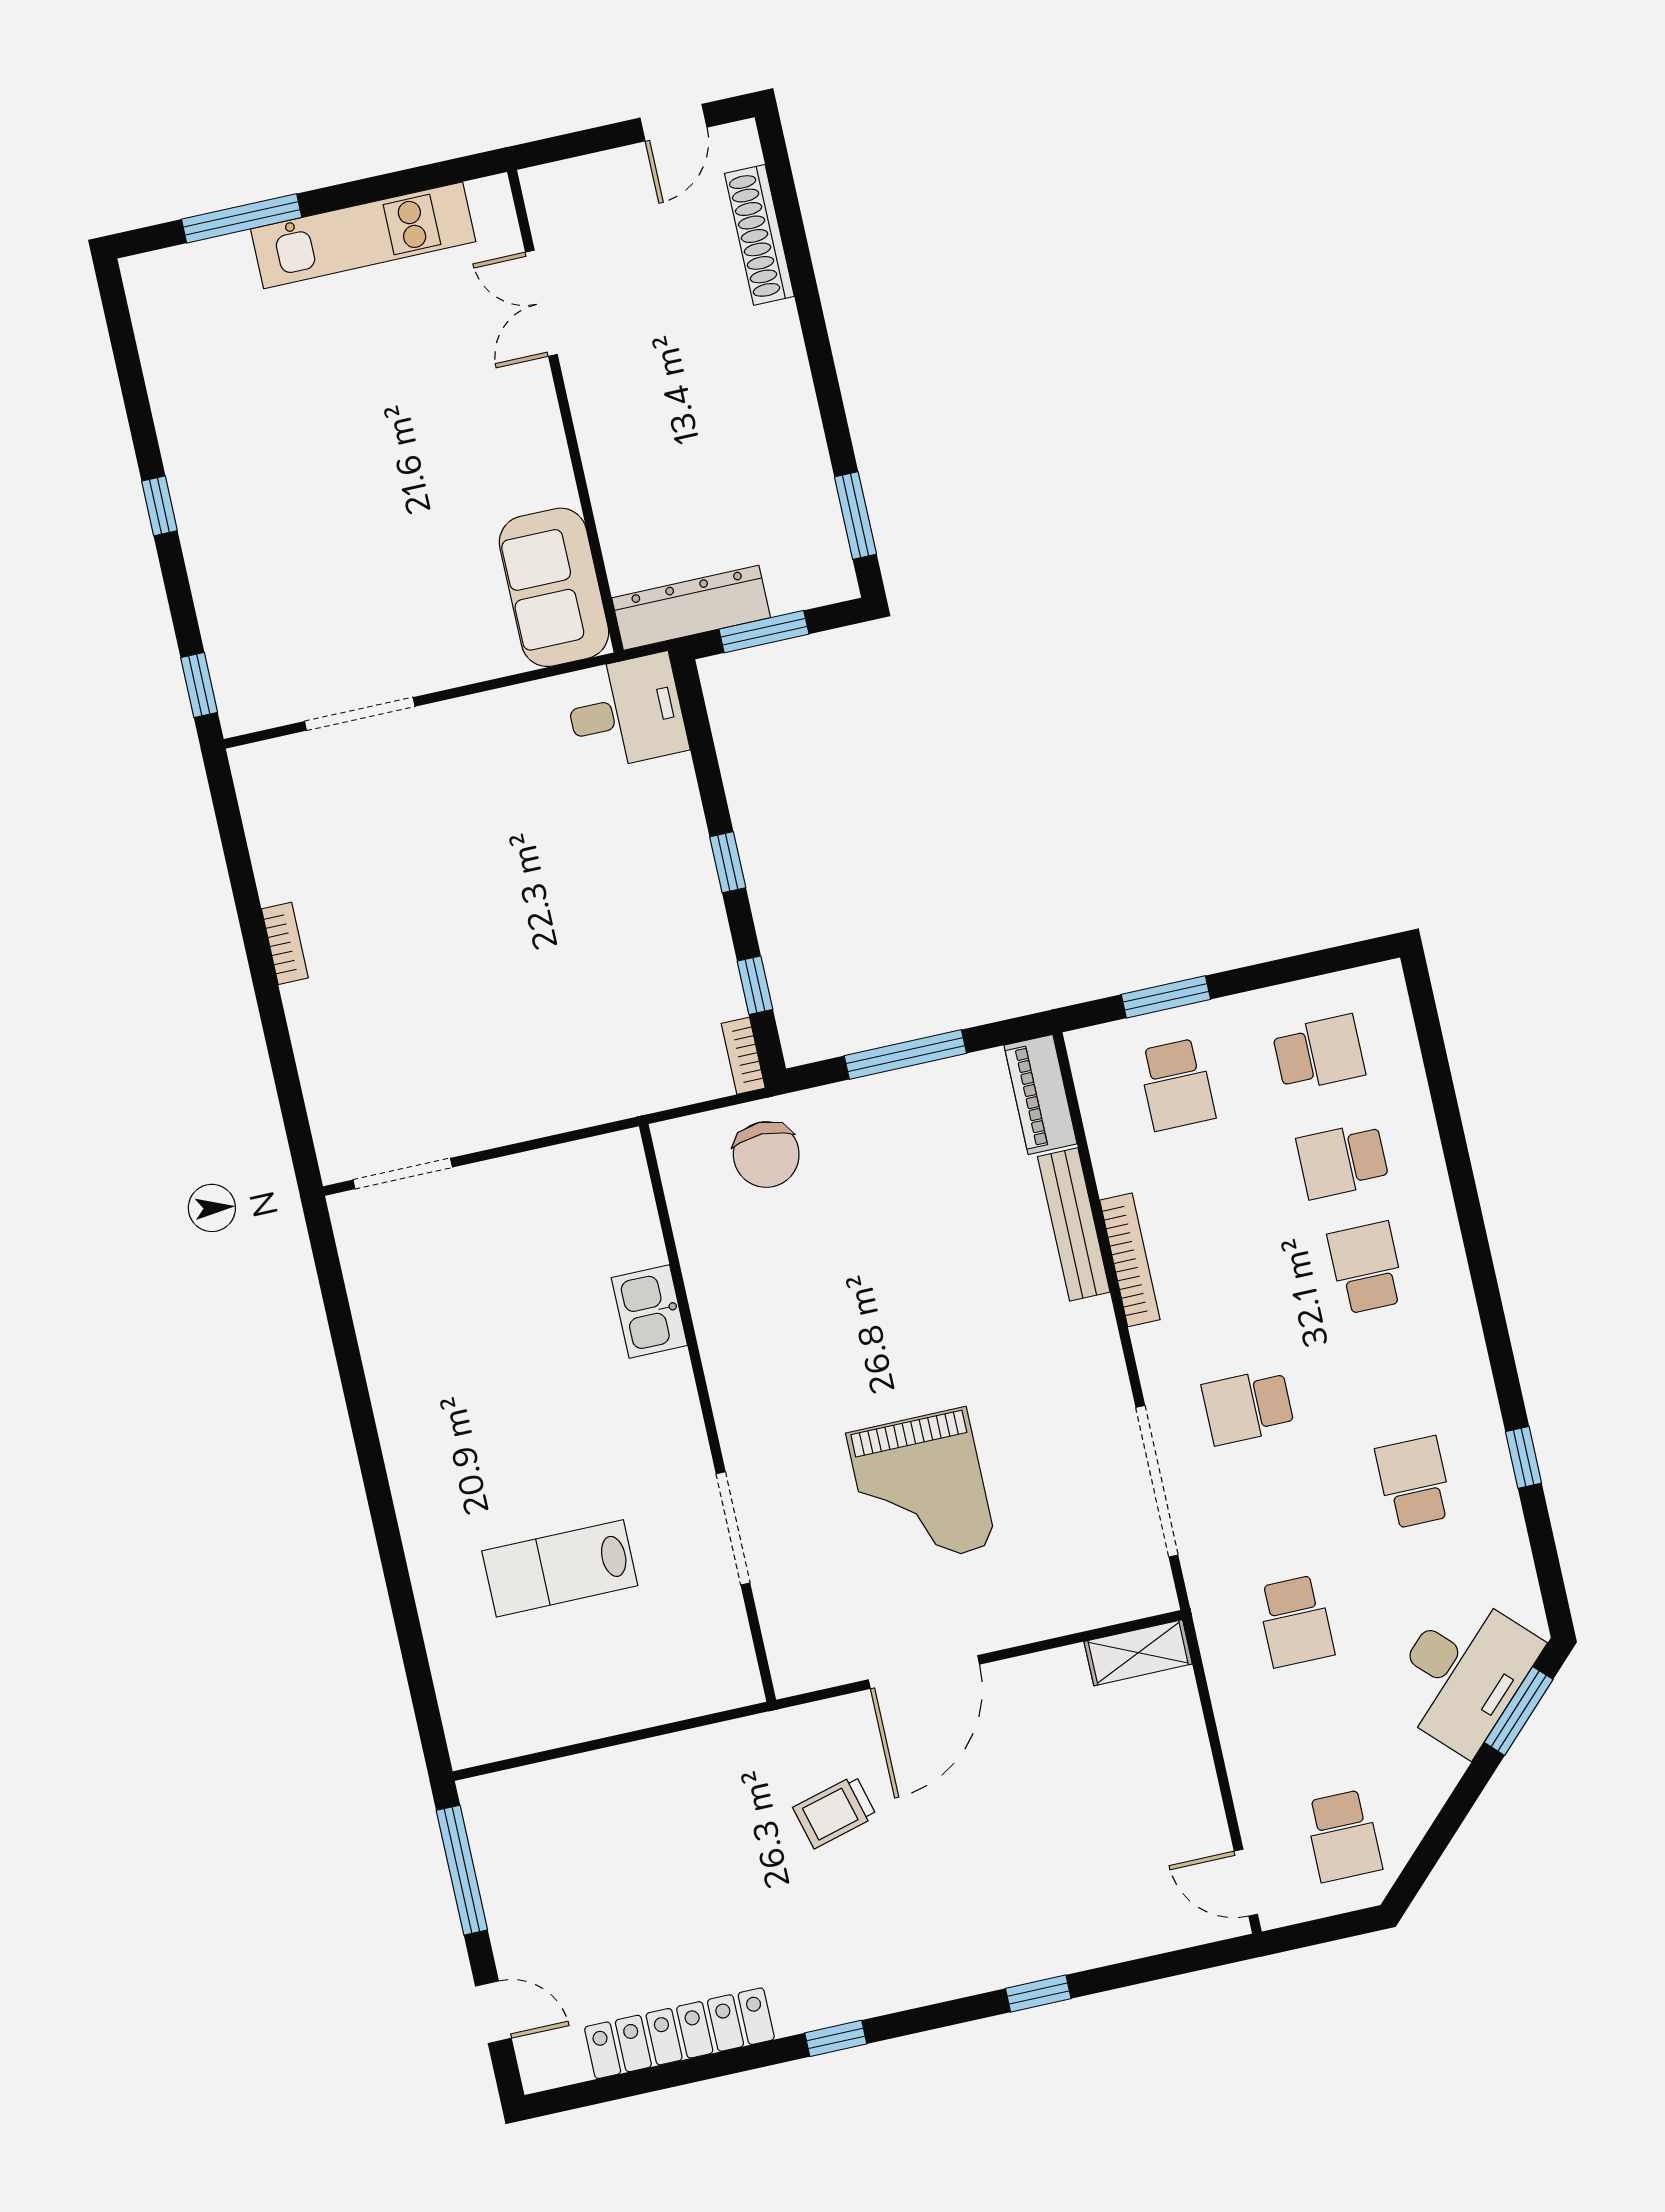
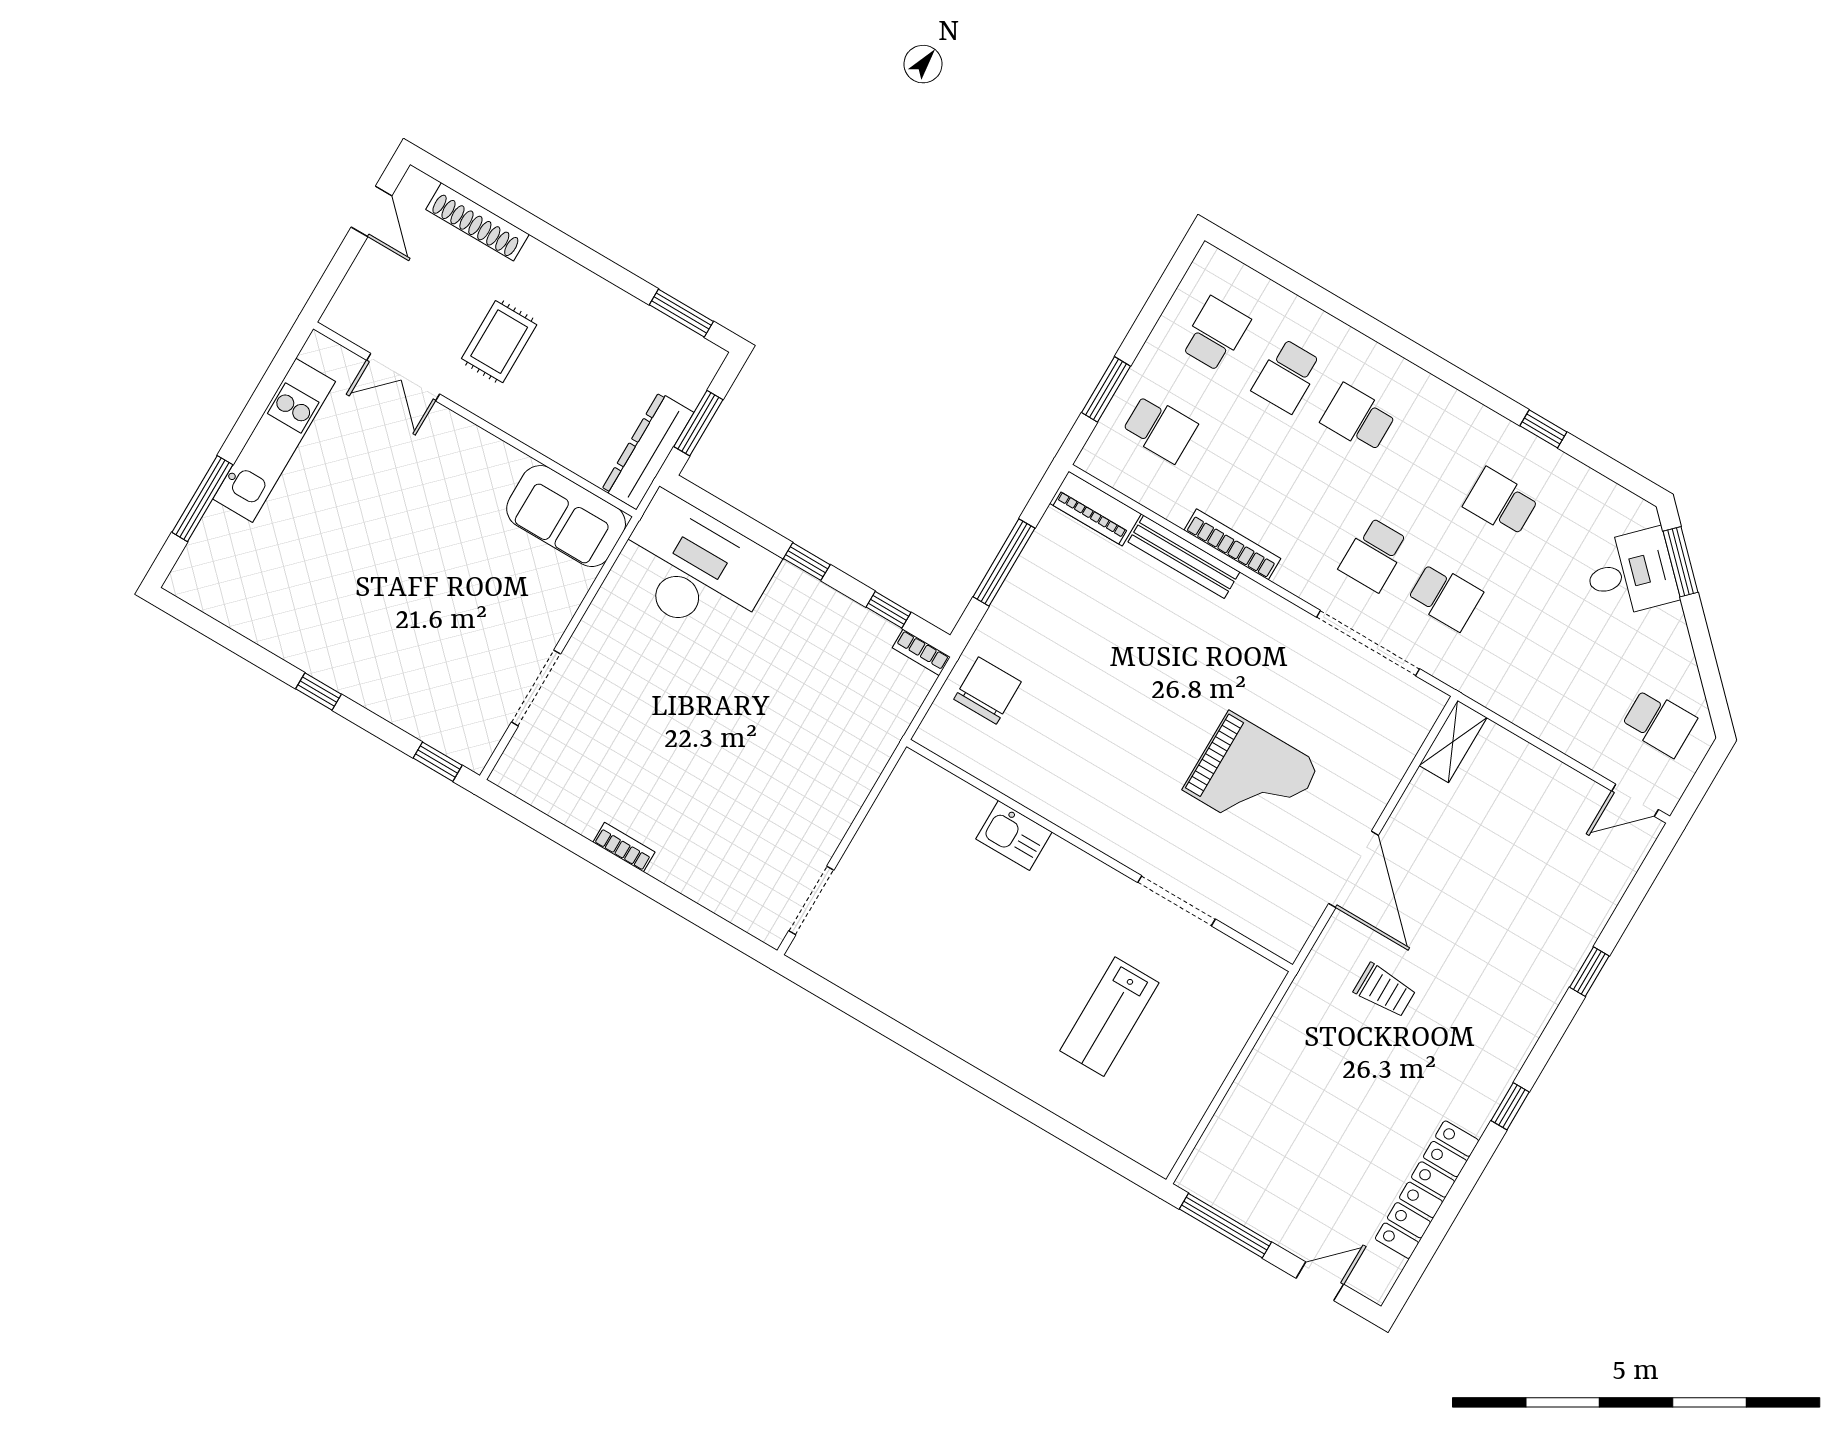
rug: (663, 364) -> (499, 342), added
desk: (626, 712) -> (694, 568), width x1.87, depth x1.30
chair: (766, 1154) -> (987, 690), turned -90
school desk: (1296, 1621) -> (1445, 597), moved
desk: (1463, 1673) -> (1631, 573), width x0.73
trolley: (835, 1812) -> (1385, 990), turned -75

